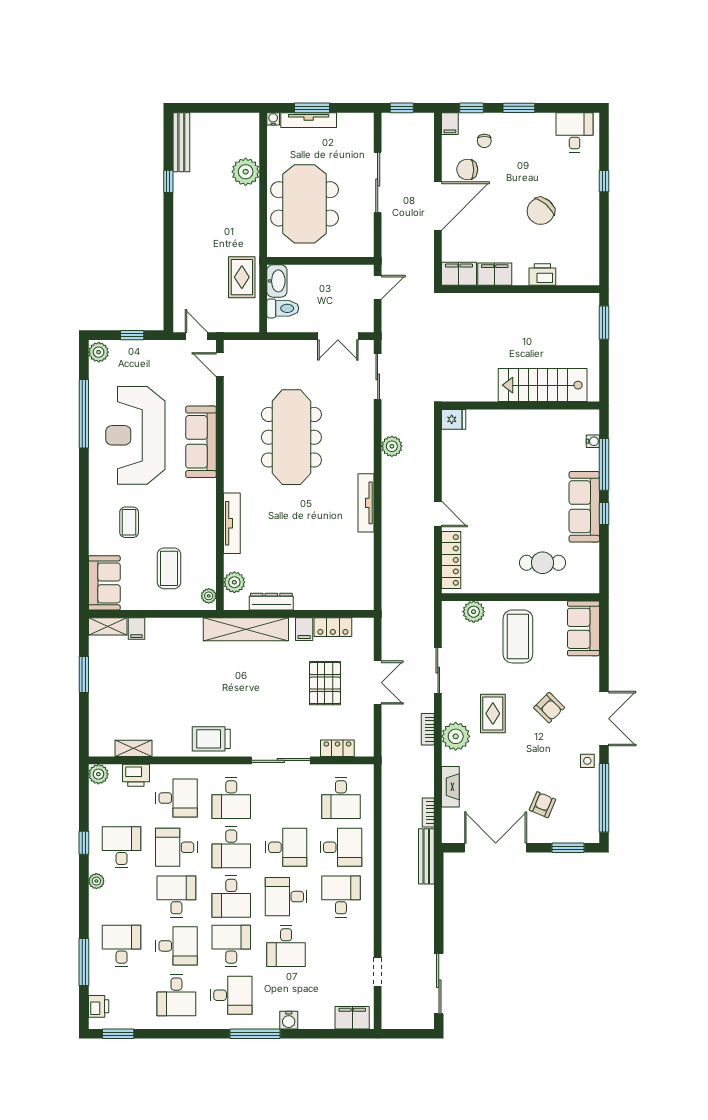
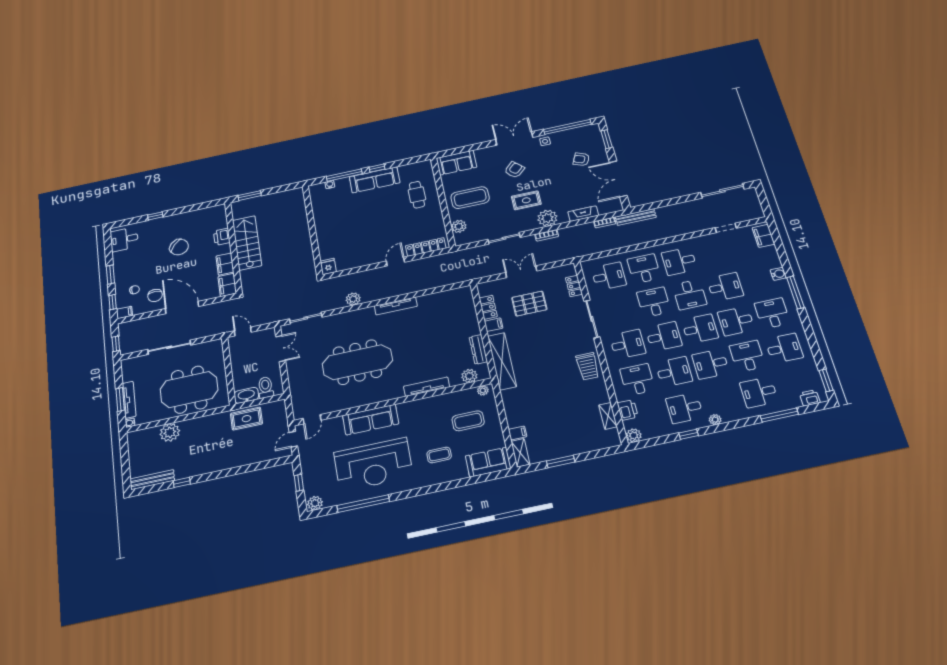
stairs: (543, 385) -> (247, 243), moved, turned 180
desk: (176, 847) -> (674, 372), turned -90

